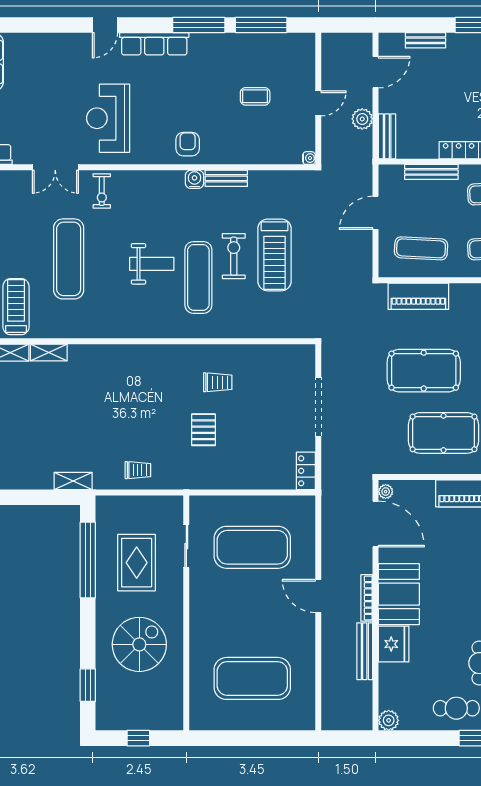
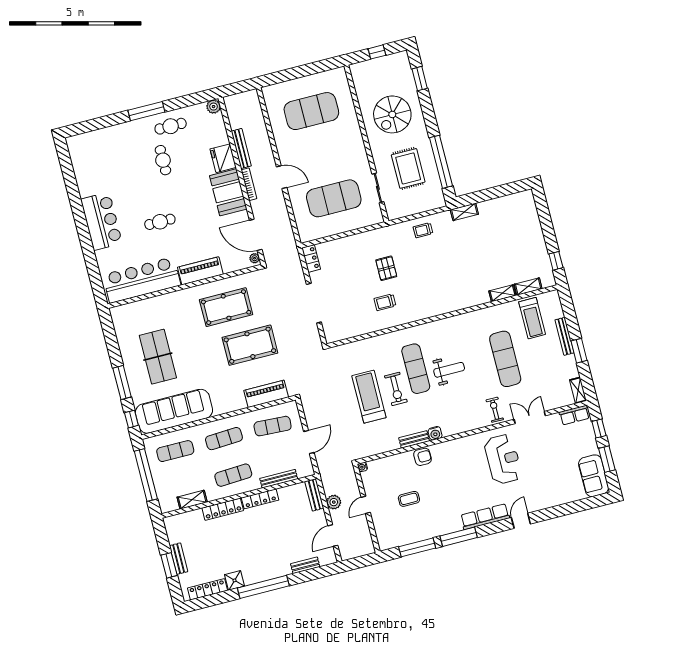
armchair: (188, 144) -> (422, 457), moved, turned -90
weight bench: (152, 264) -> (449, 370), turned 180

